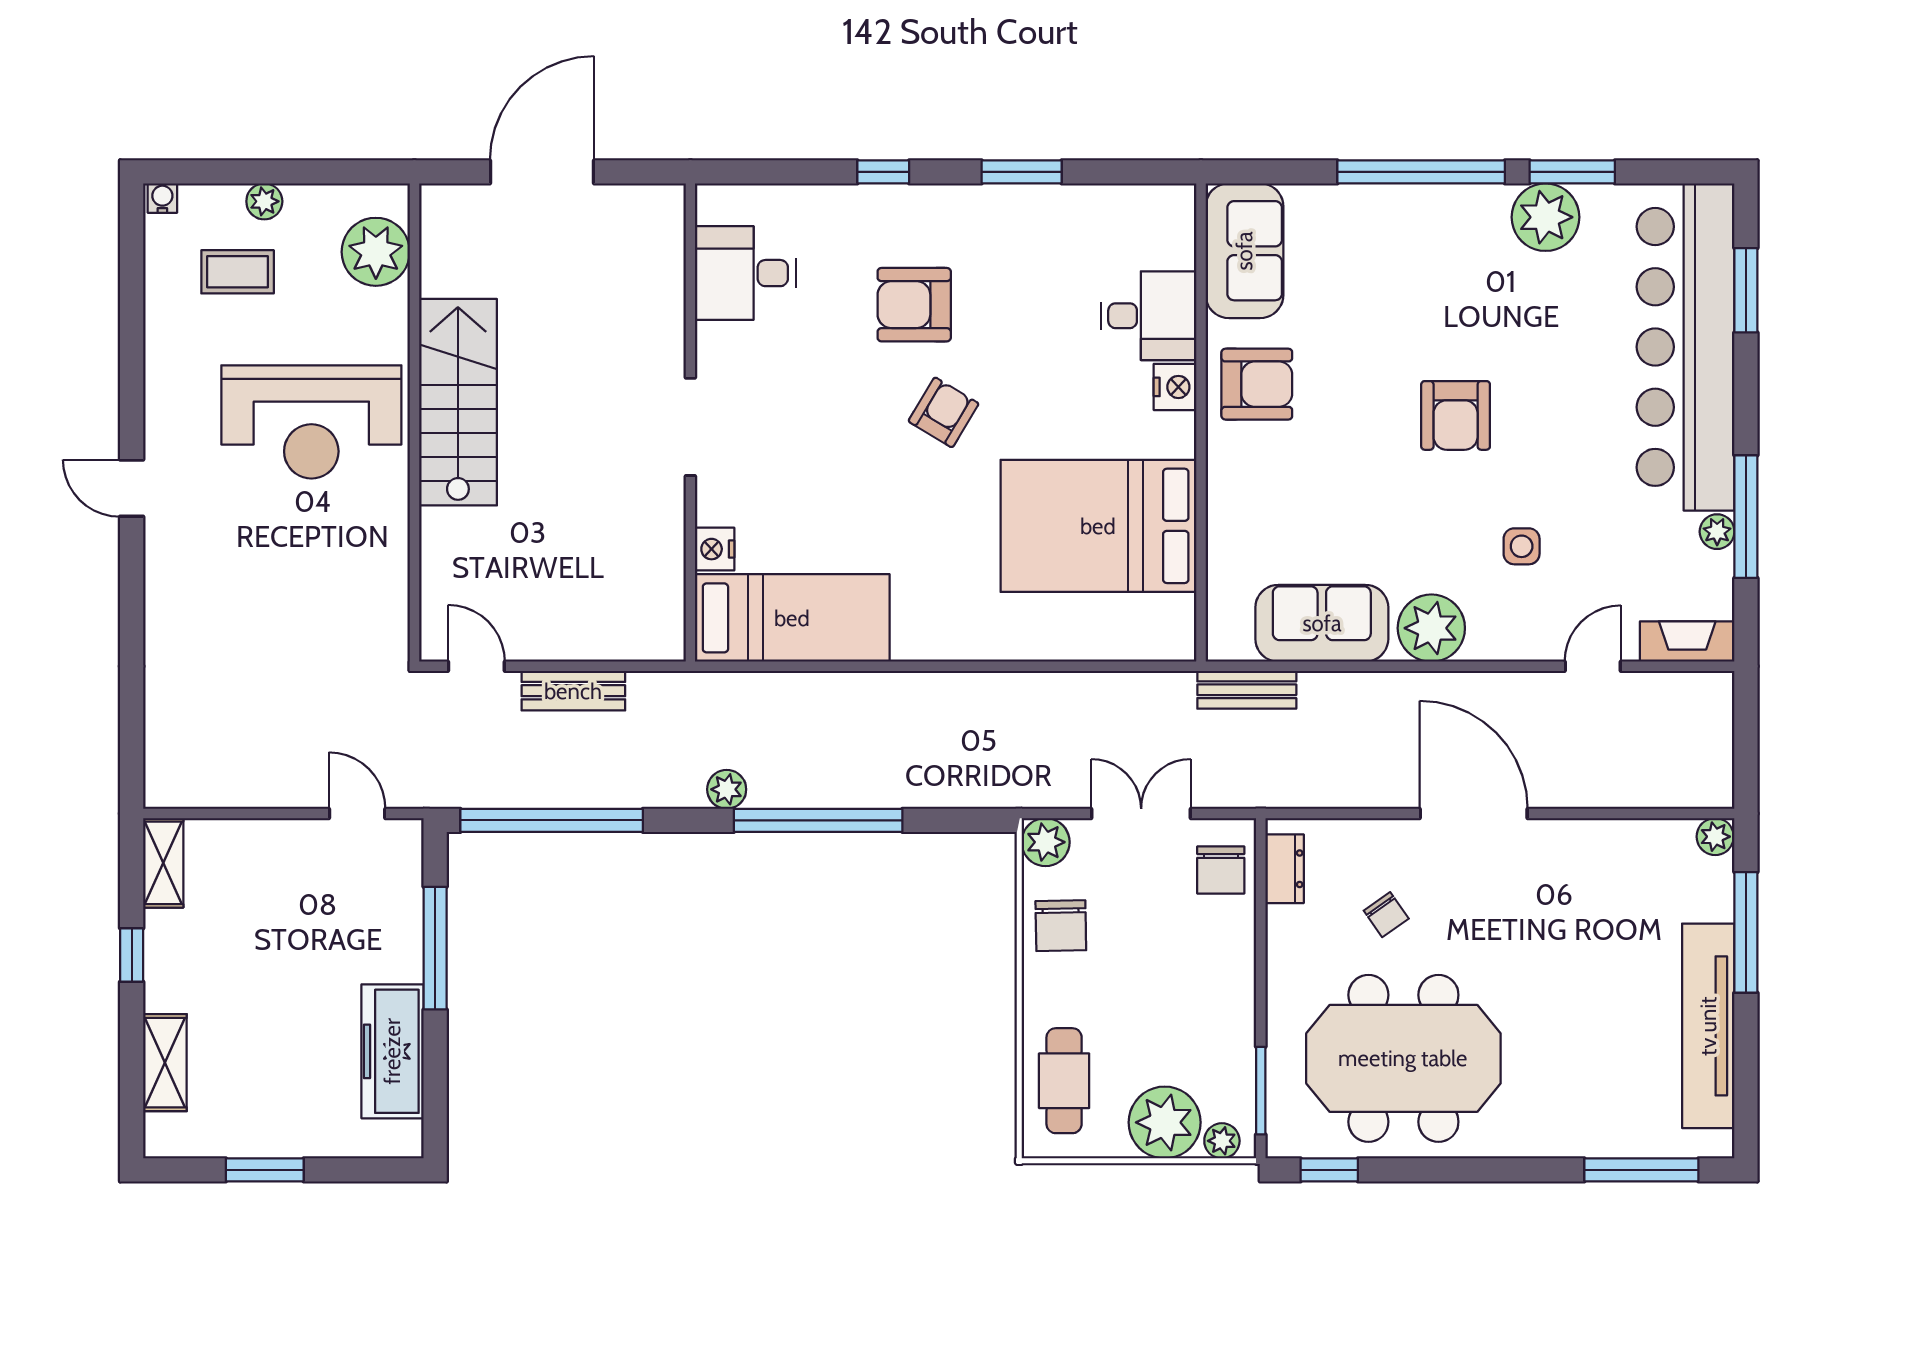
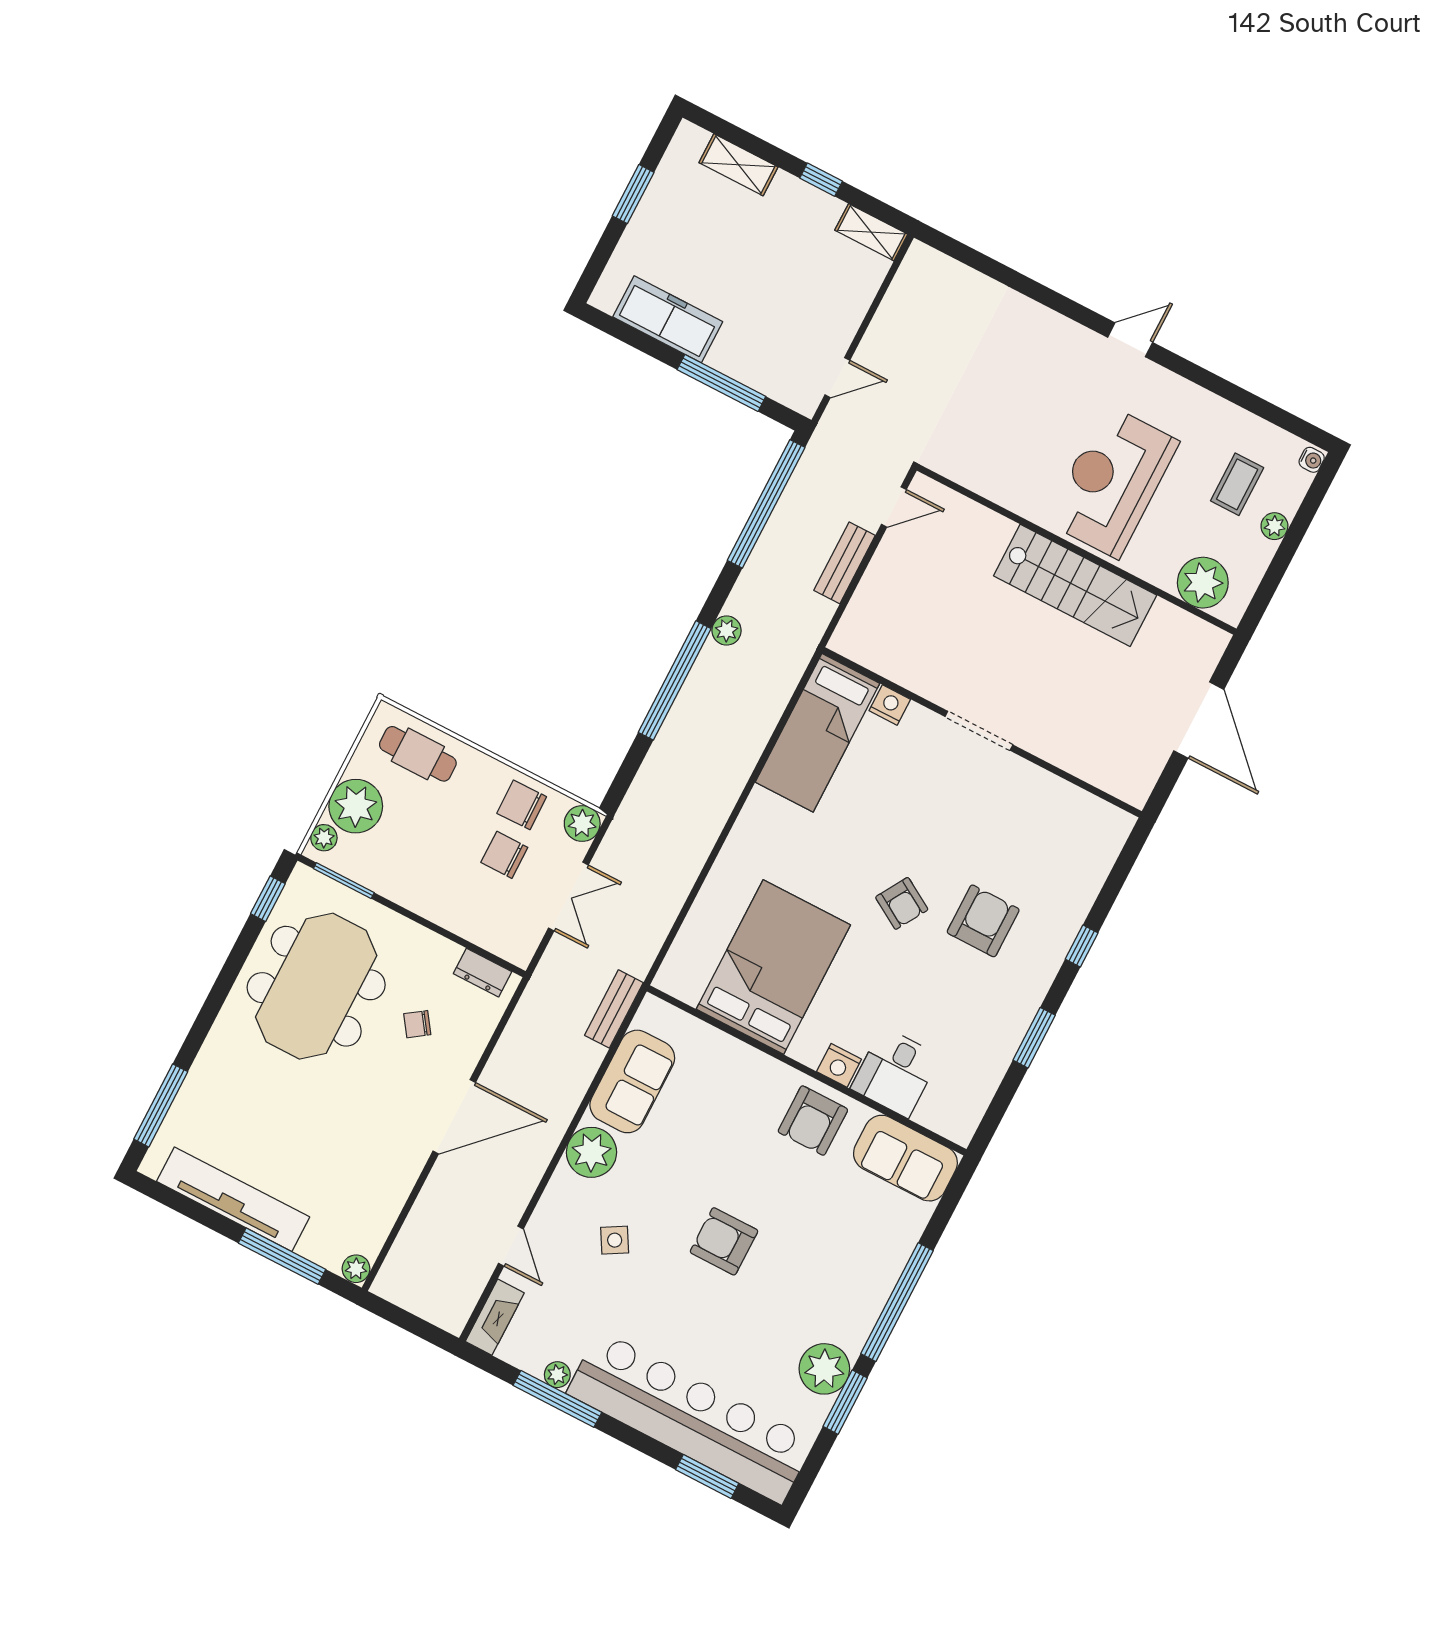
desk: (746, 273) -> (1062, 820), removed
side table: (1522, 546) -> (615, 1240), turned -30
chair: (1221, 870) -> (504, 855), moved

